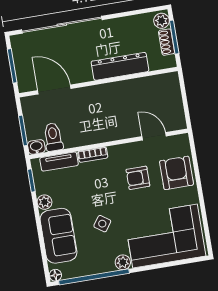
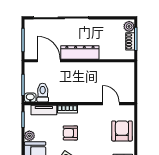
dresser: (120, 66) -> (80, 52), moved
armchair: (138, 178) -> (70, 133), moved

